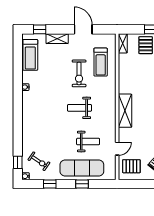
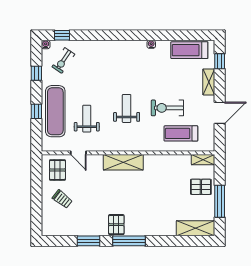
weight bench: (88, 142) -> (87, 119), turned 180

